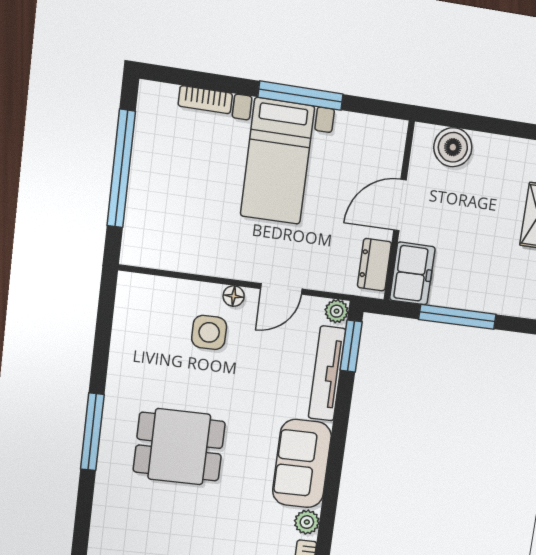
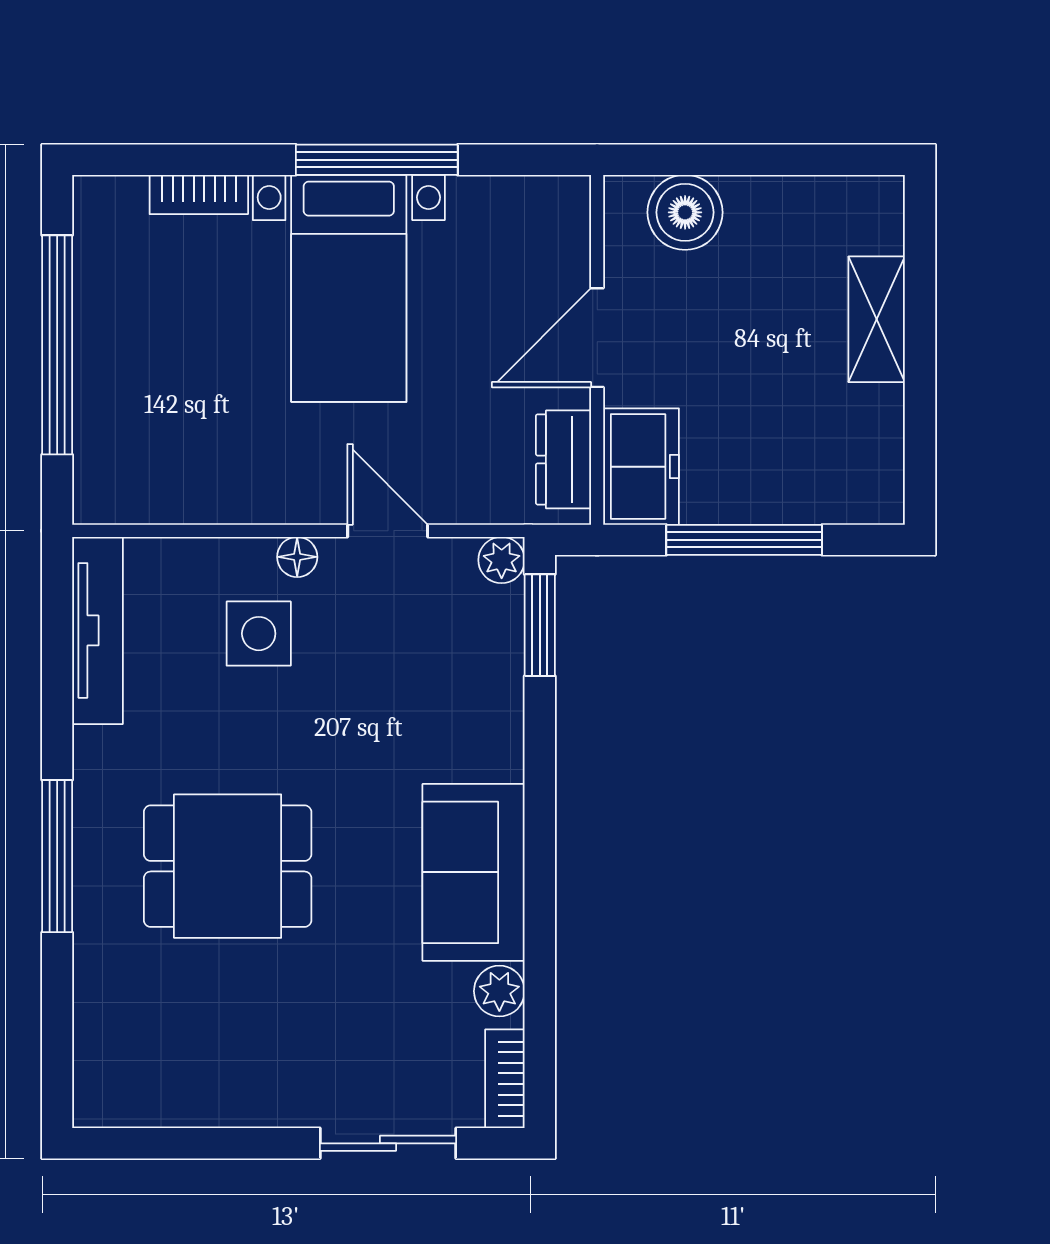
door: (281, 289) -> (388, 531), swing flipped
tv unit: (327, 374) -> (98, 630), moved, turned 180

